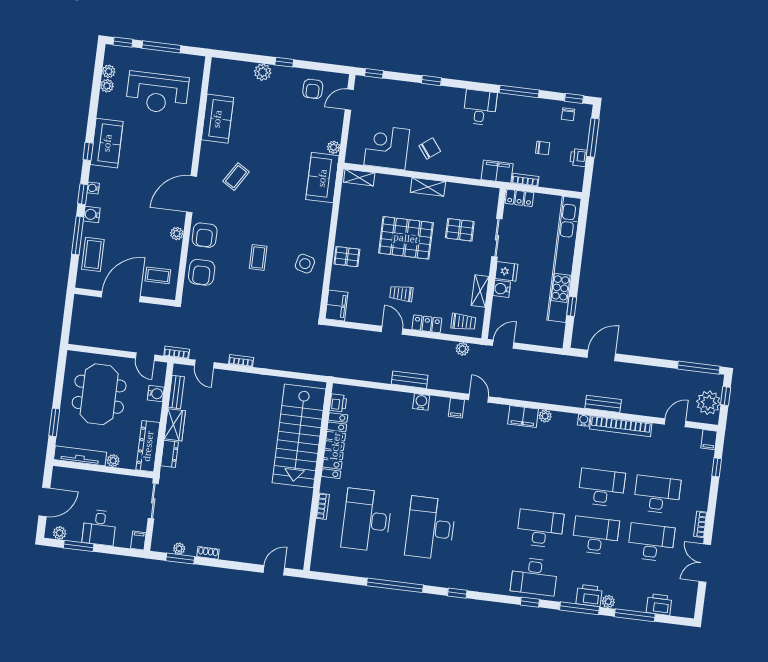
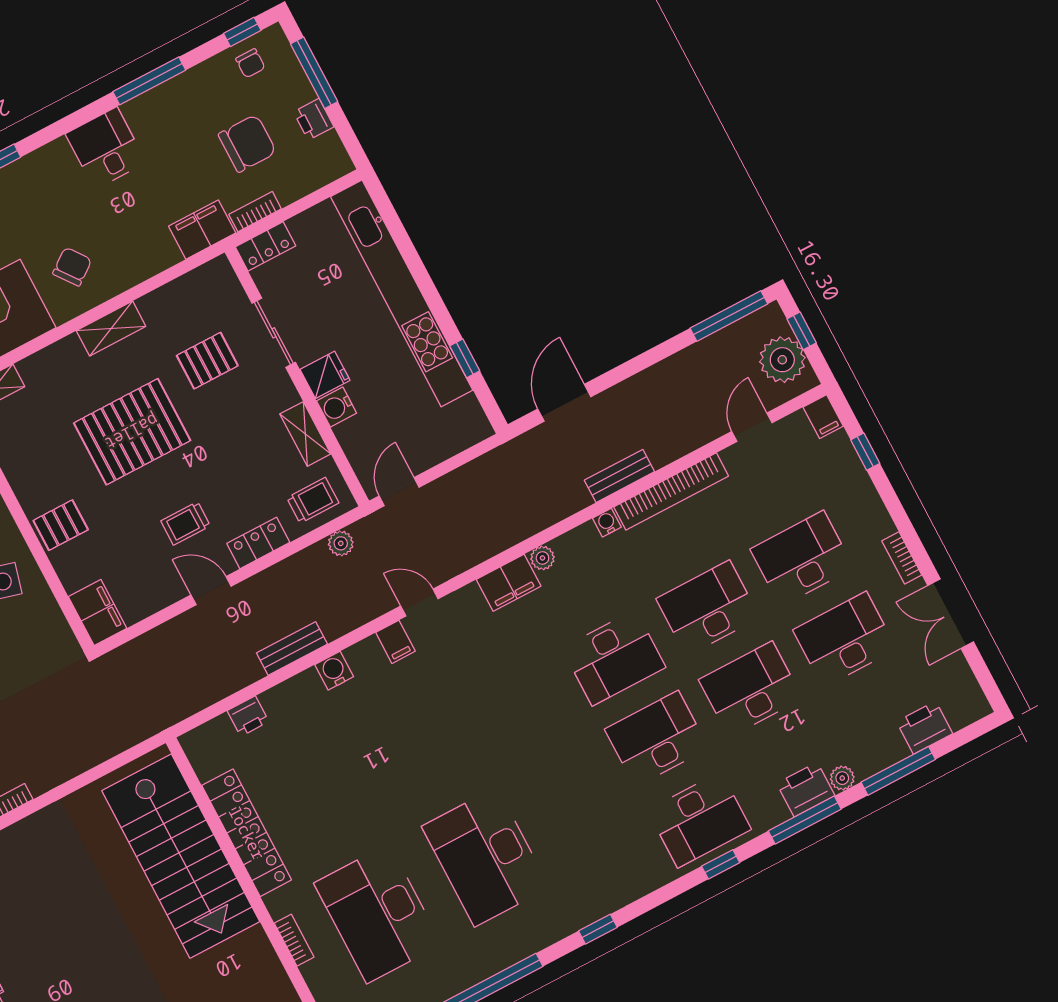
chair: (543, 148) -> (247, 143), width x1.87, depth x1.87
printer: (338, 403) -> (248, 716), moved, turned 90
desk: (546, 481) -> (614, 658), added

